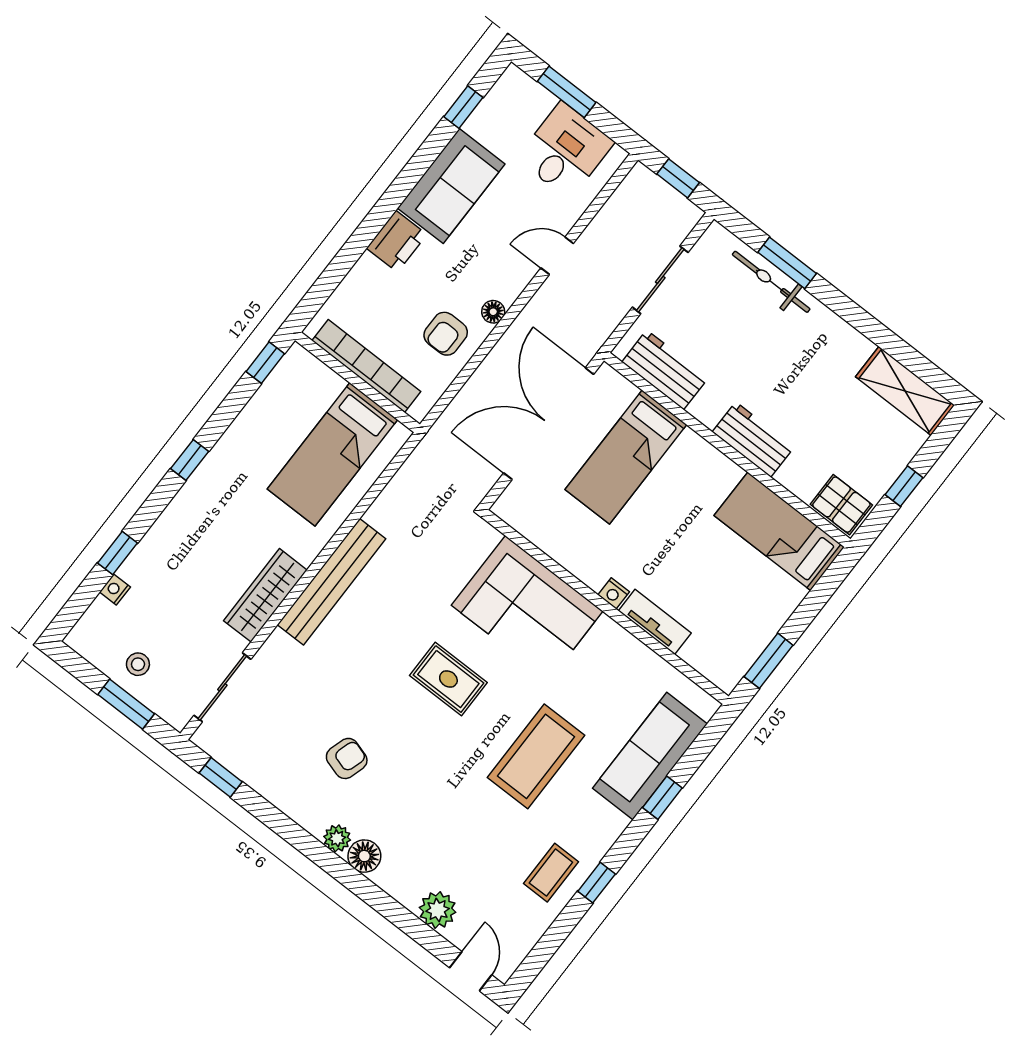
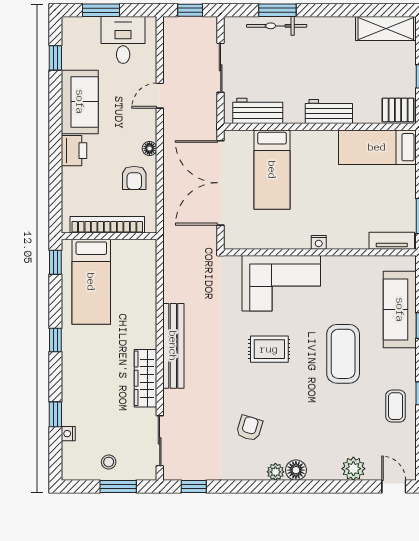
bed: (333, 454) -> (91, 282), moved
tv unit: (655, 622) -> (392, 241), moved

